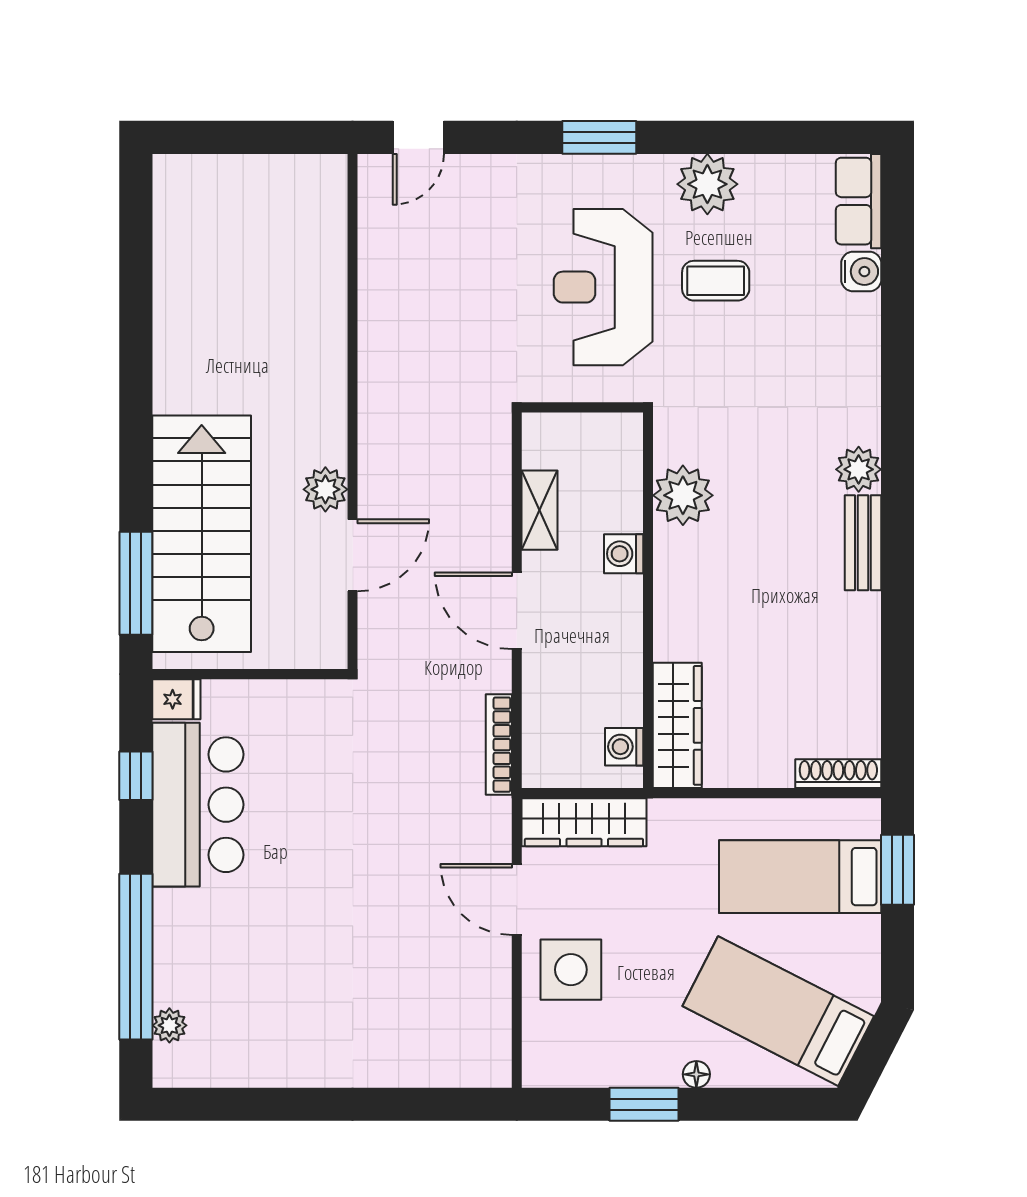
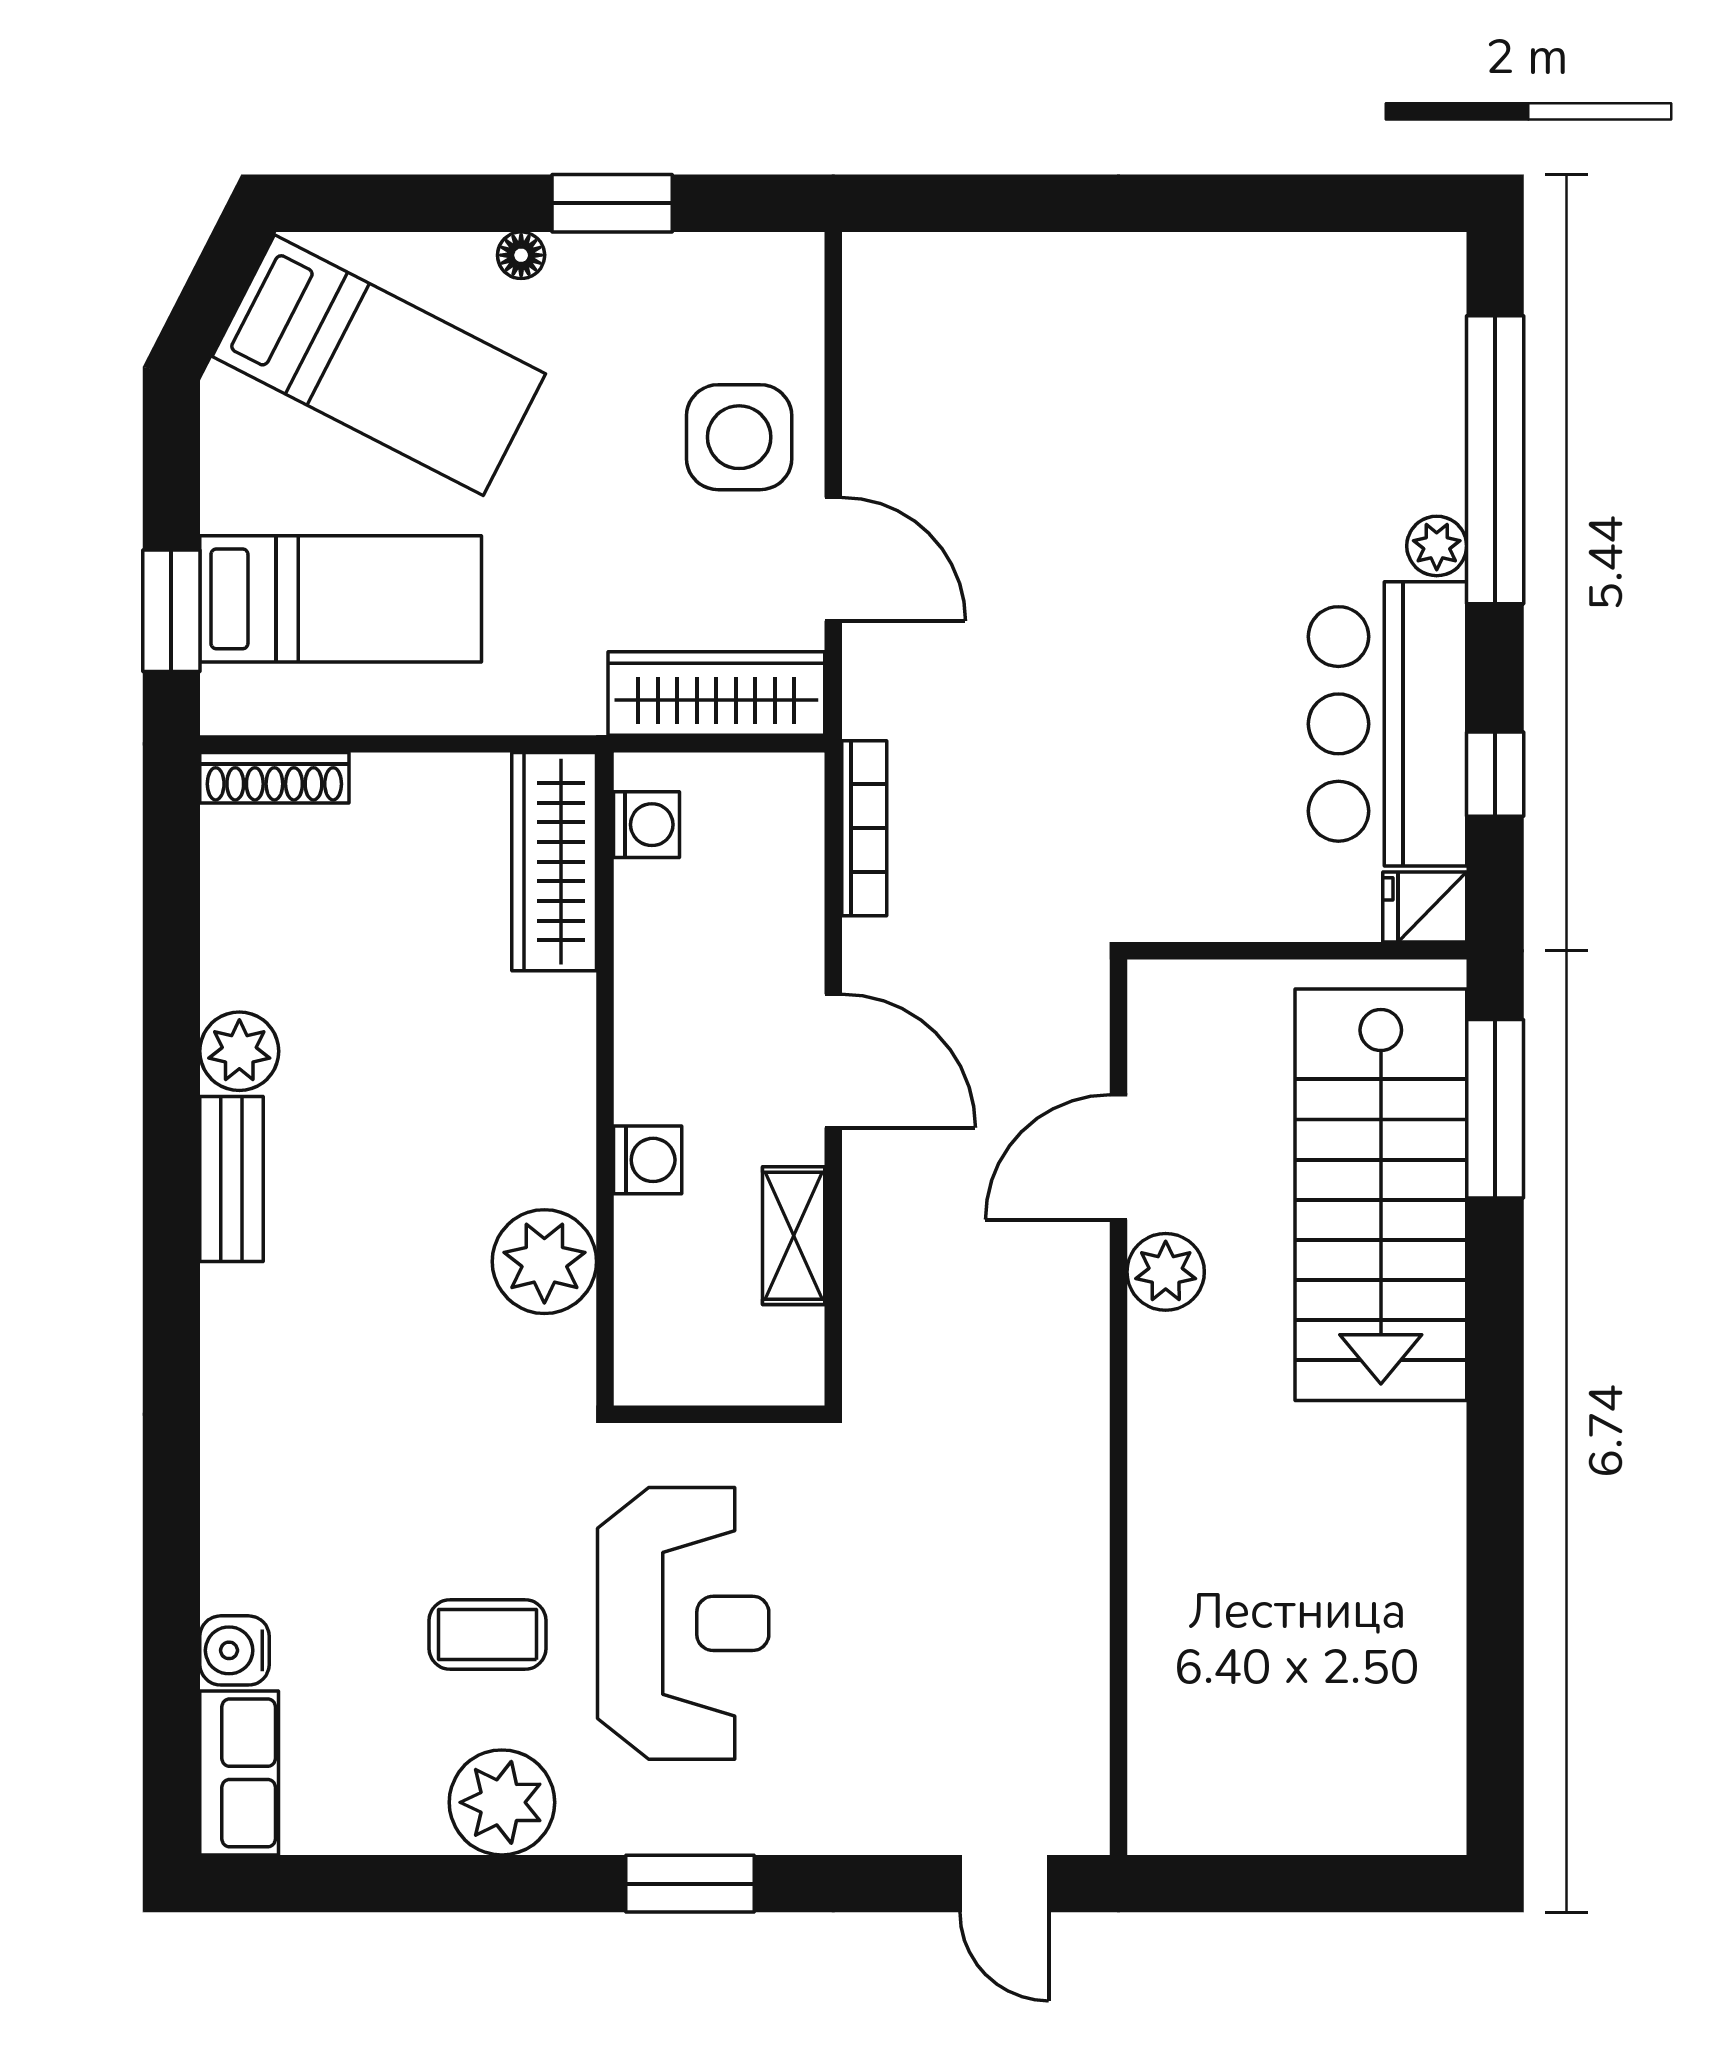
door: (418, 137) -> (1004, 1884), swing flipped
plant: (859, 469) -> (239, 1051), moved
plant: (169, 1025) -> (1437, 546), moved

